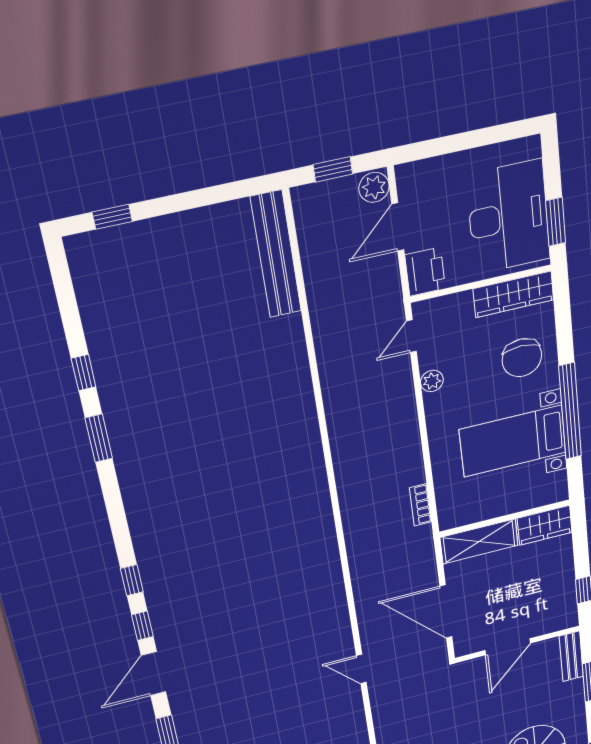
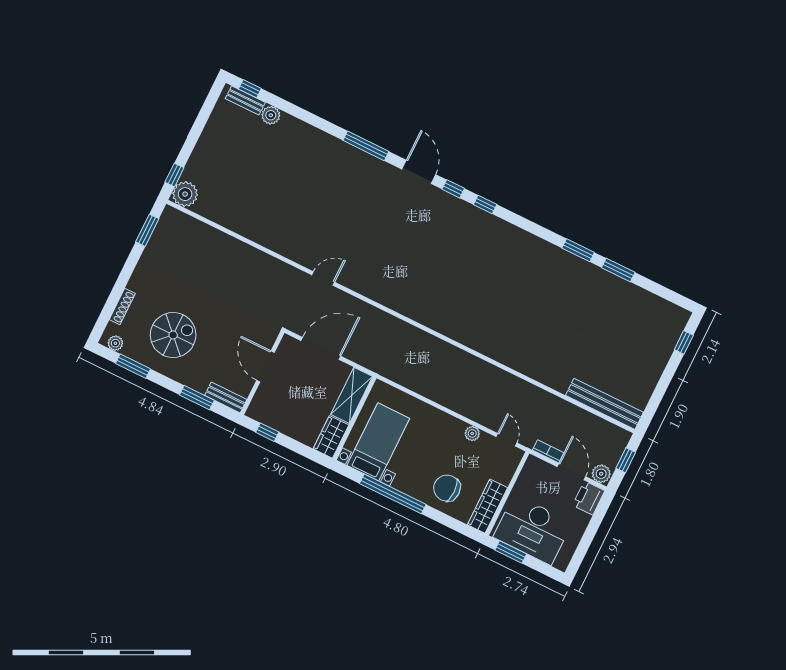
printer: (425, 272) -> (589, 498), moved, turned 90
window: (84, 373) -> (618, 270), width x1.50
bed with nightstands: (513, 441) -> (378, 442), moved
bookcase: (420, 505) -> (548, 451), moved

